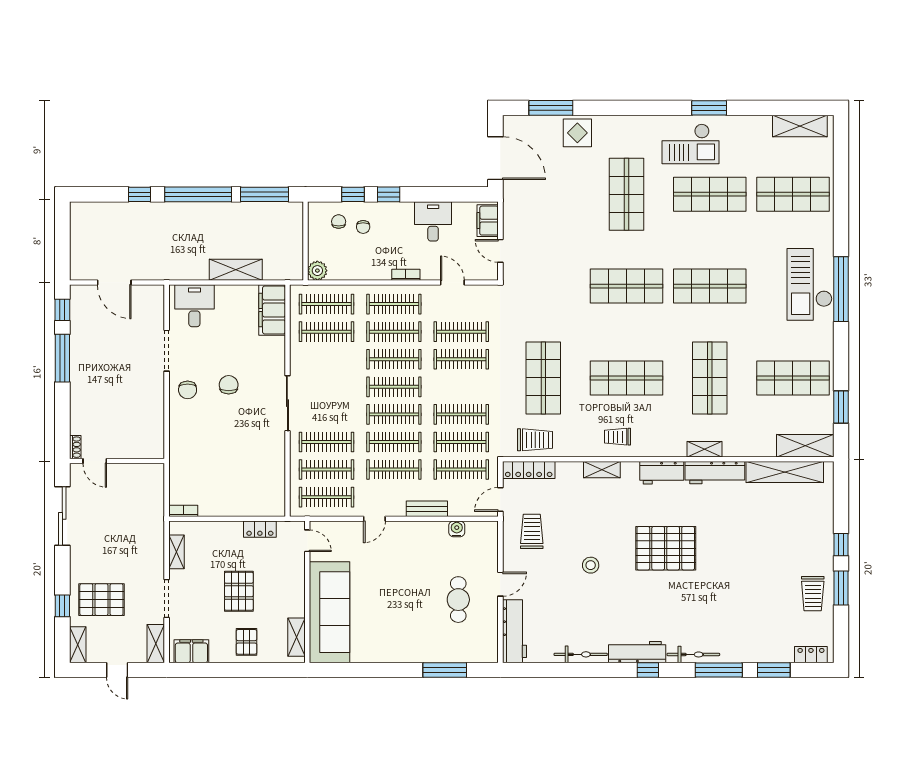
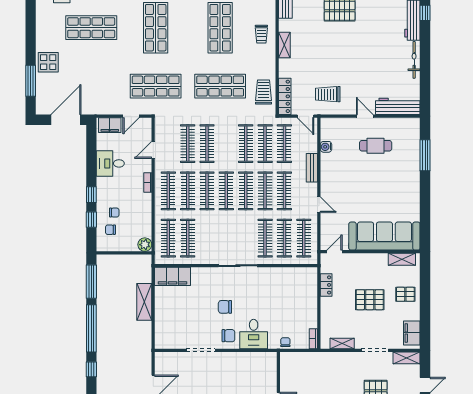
shop shelf: (543, 286) -> (156, 86), added
desk: (194, 306) -> (254, 334), moved, turned -90
chair: (178, 471) -> (285, 342), added
stool: (591, 565) -> (351, 53), removed

